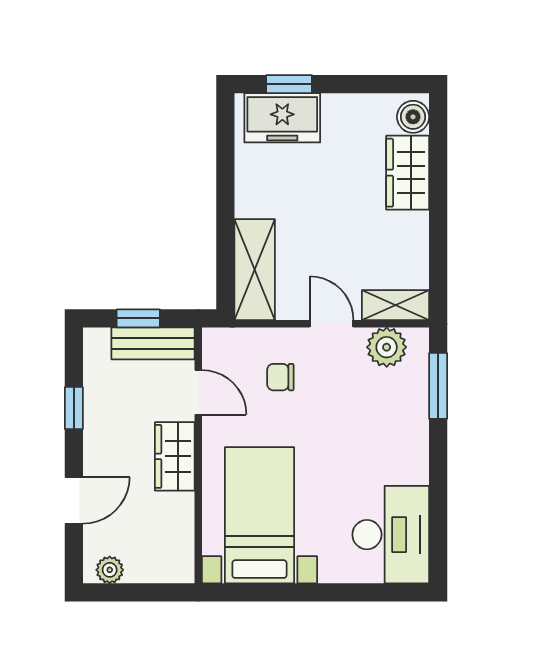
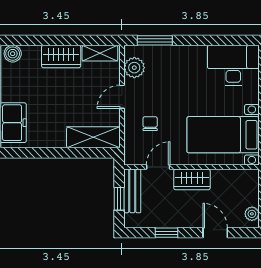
wardrobe: (408, 173) -> (61, 57), moved
shelving: (395, 305) -> (100, 53), moved, turned 90
chair: (280, 377) -> (150, 124), turned 180

